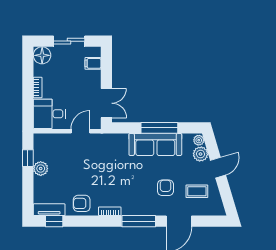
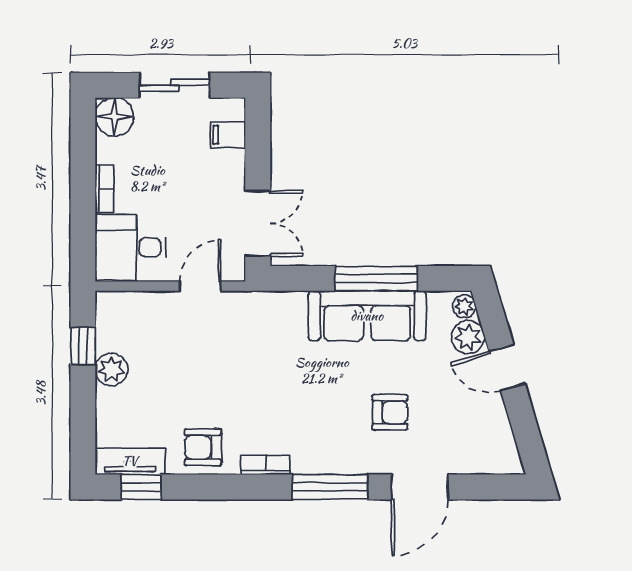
door: (218, 168) -> (507, 367), swing flipped
armchair: (165, 188) -> (390, 412), turned 90
coffee table: (197, 191) -> (460, 420), removed

